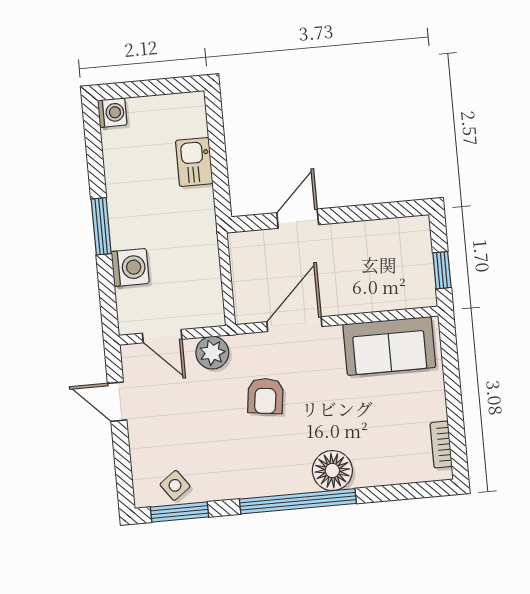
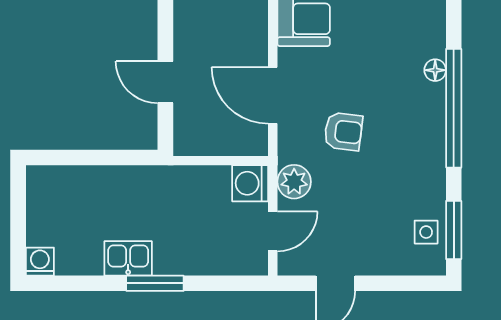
kitchen sink: (194, 162) -> (128, 258), moved, turned 180
washing machine: (130, 267) -> (250, 183), moved, turned -90
floor lamp: (332, 471) -> (435, 70), width x0.53, depth x0.53
side table: (175, 485) -> (426, 232), turned 36

